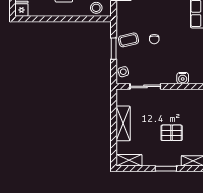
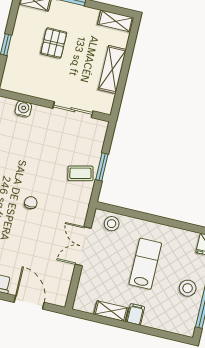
chair: (154, 39) -> (31, 203), moved
side table: (123, 72) -> (97, 135), removed
pallet: (172, 133) -> (54, 43), turned 90

